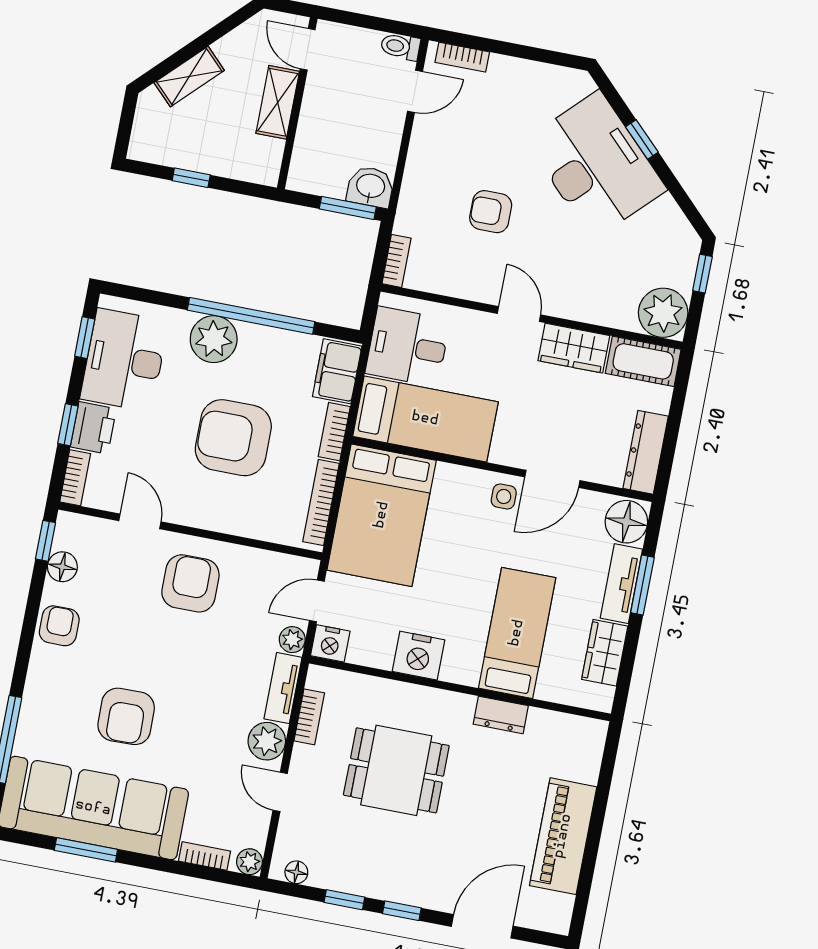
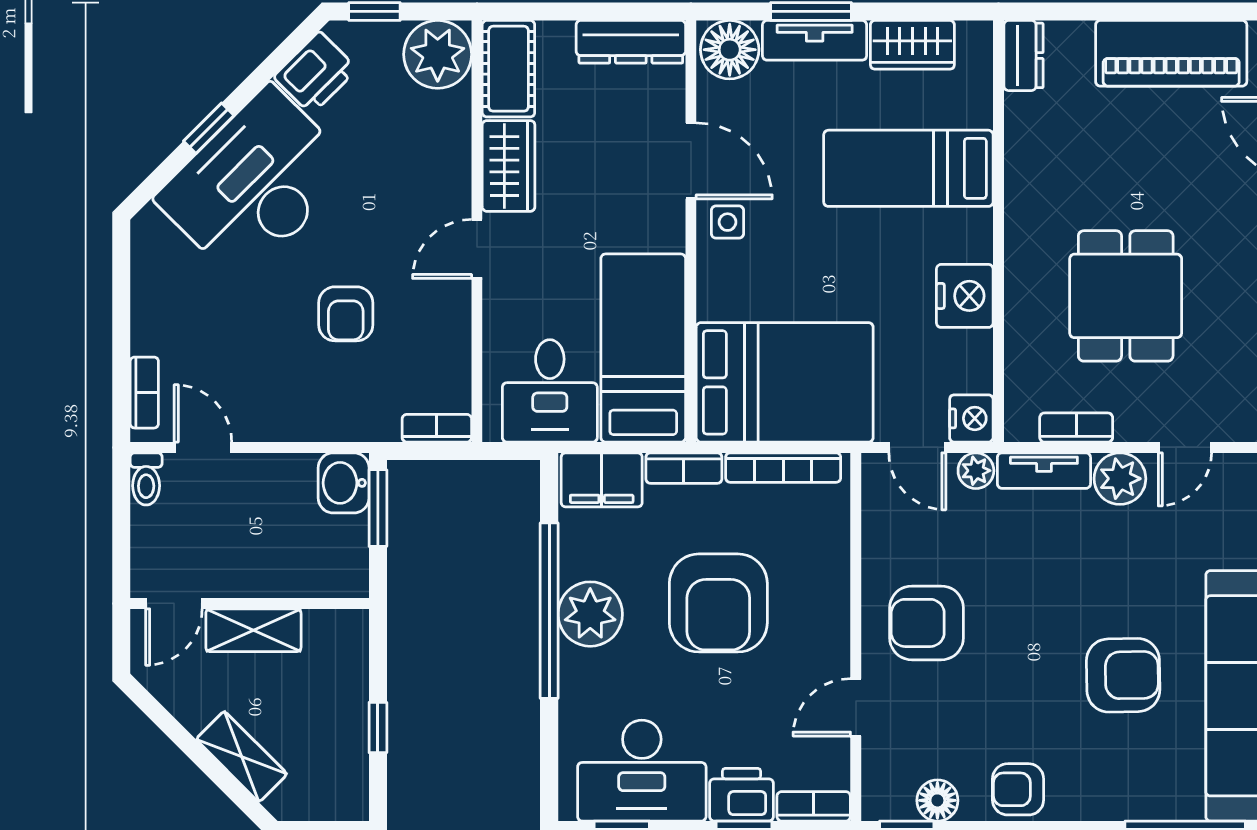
printer: (667, 223) -> (315, 73), added
plant: (214, 339) -> (590, 614), moved
dresser: (501, 715) -> (1024, 55), moved

